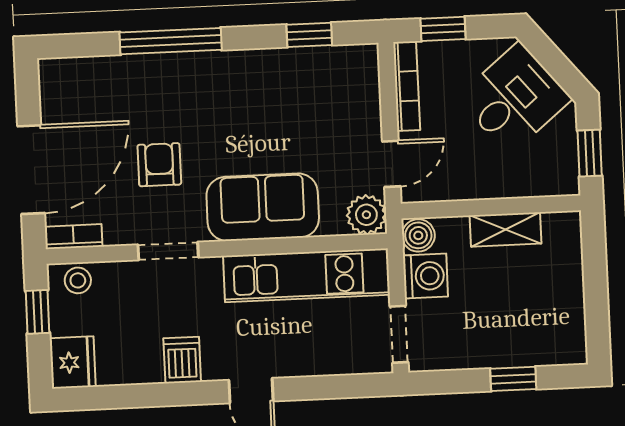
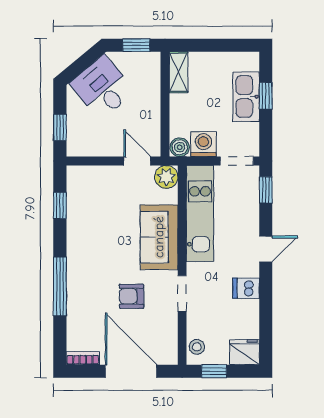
bookcase: (407, 86) -> (92, 150), removed
shelving: (506, 229) -> (178, 72), moved
bookcase: (74, 237) -> (83, 358), moved, turned 90
kitchen sink: (510, 345) -> (246, 97), added
window: (352, 386) -> (266, 190), added

